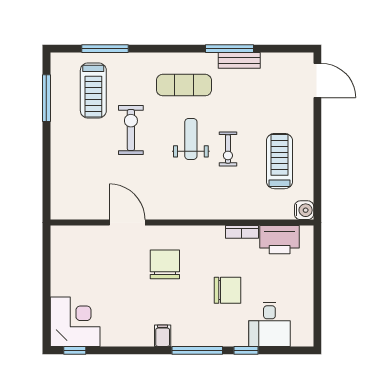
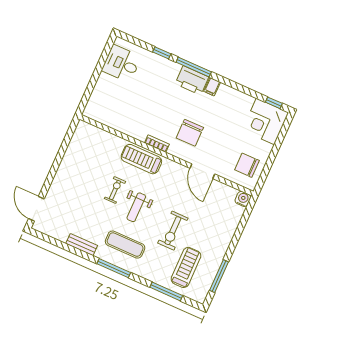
window: (230, 49) -> (114, 268), moved
treadmill: (279, 161) -> (141, 159), moved, turned 90
water cooler: (304, 210) -> (243, 199), moved, turned 90
bookcase: (242, 232) -> (157, 144), moved
printer: (280, 240) -> (192, 80), moved, turned 180
chair: (227, 290) -> (247, 165), moved
desk: (269, 324) -> (121, 64), moved, turned -90

